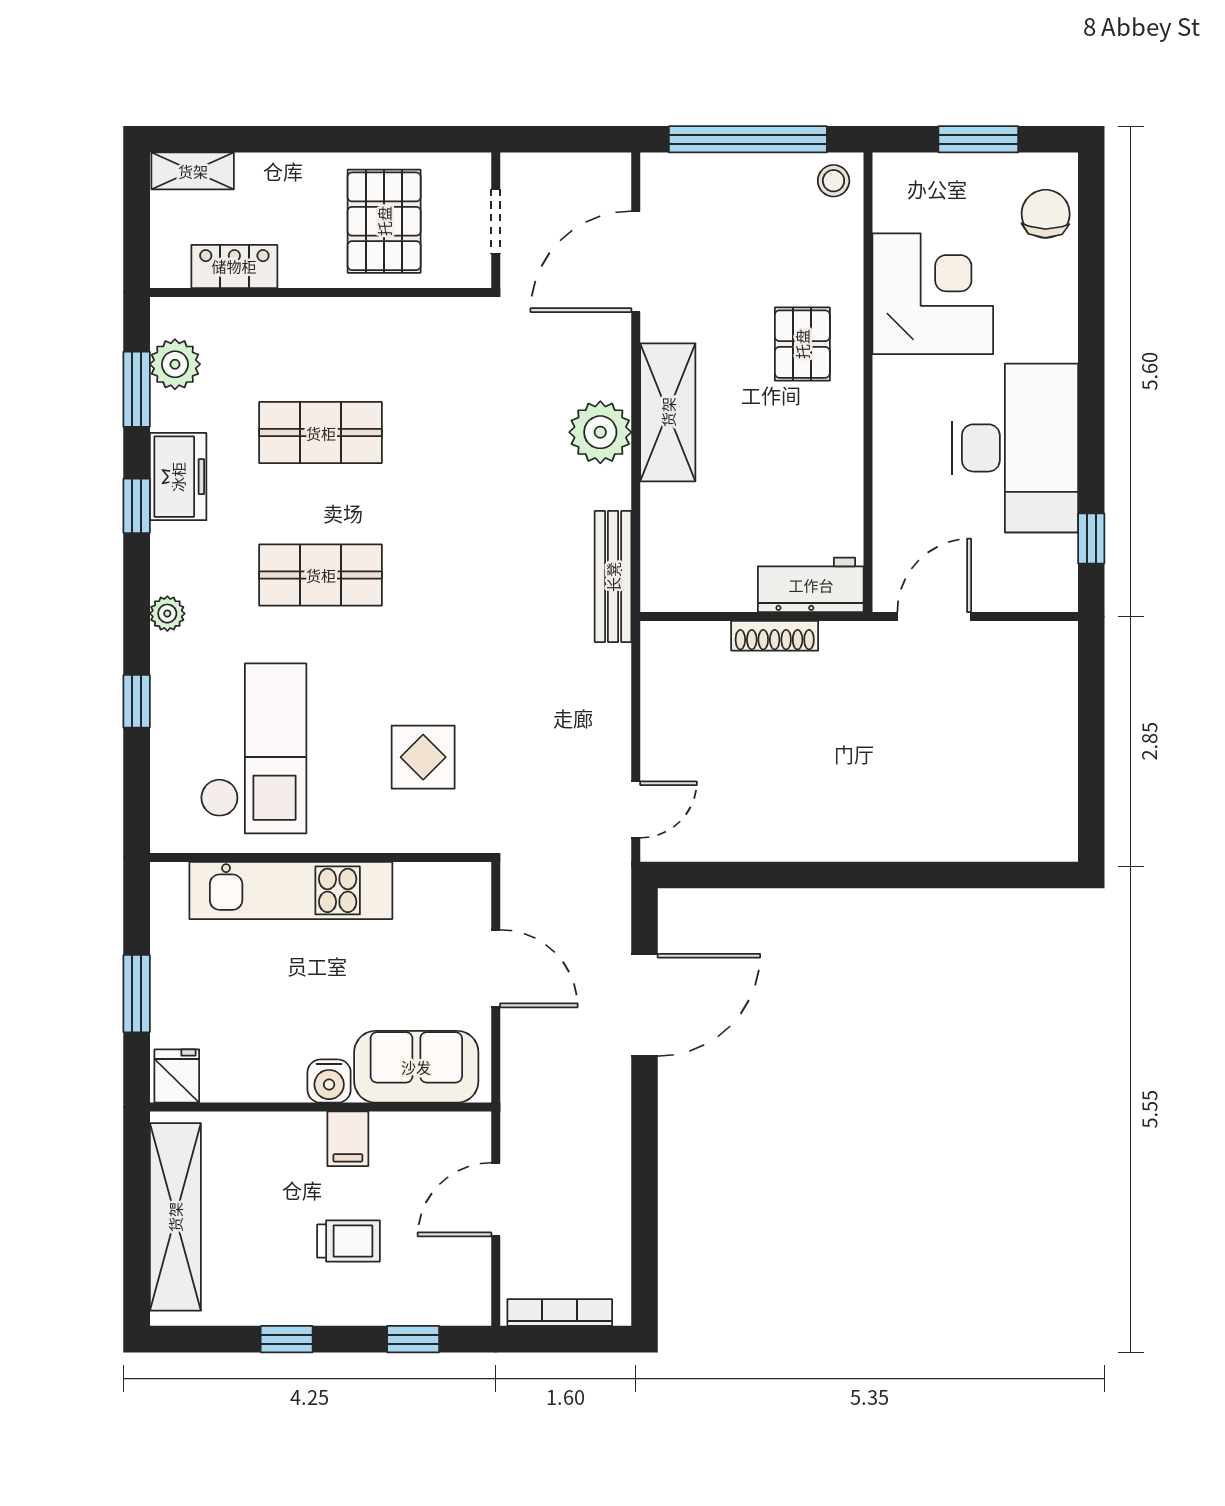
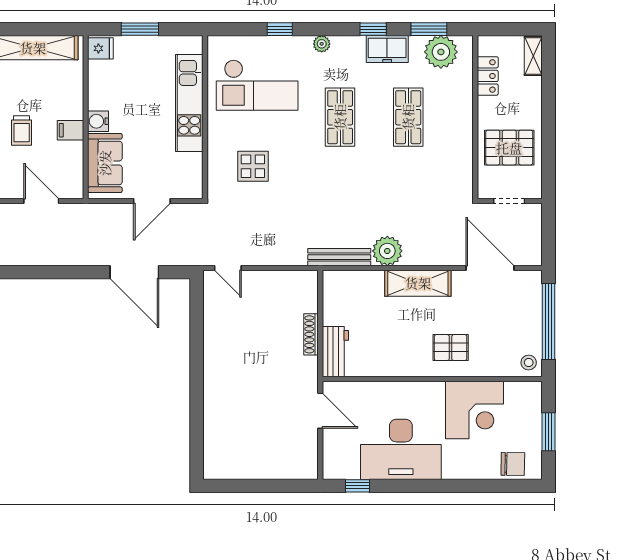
plant: (175, 364) -> (441, 52), width x1.36, depth x1.36
plant: (600, 432) -> (387, 251), moved

